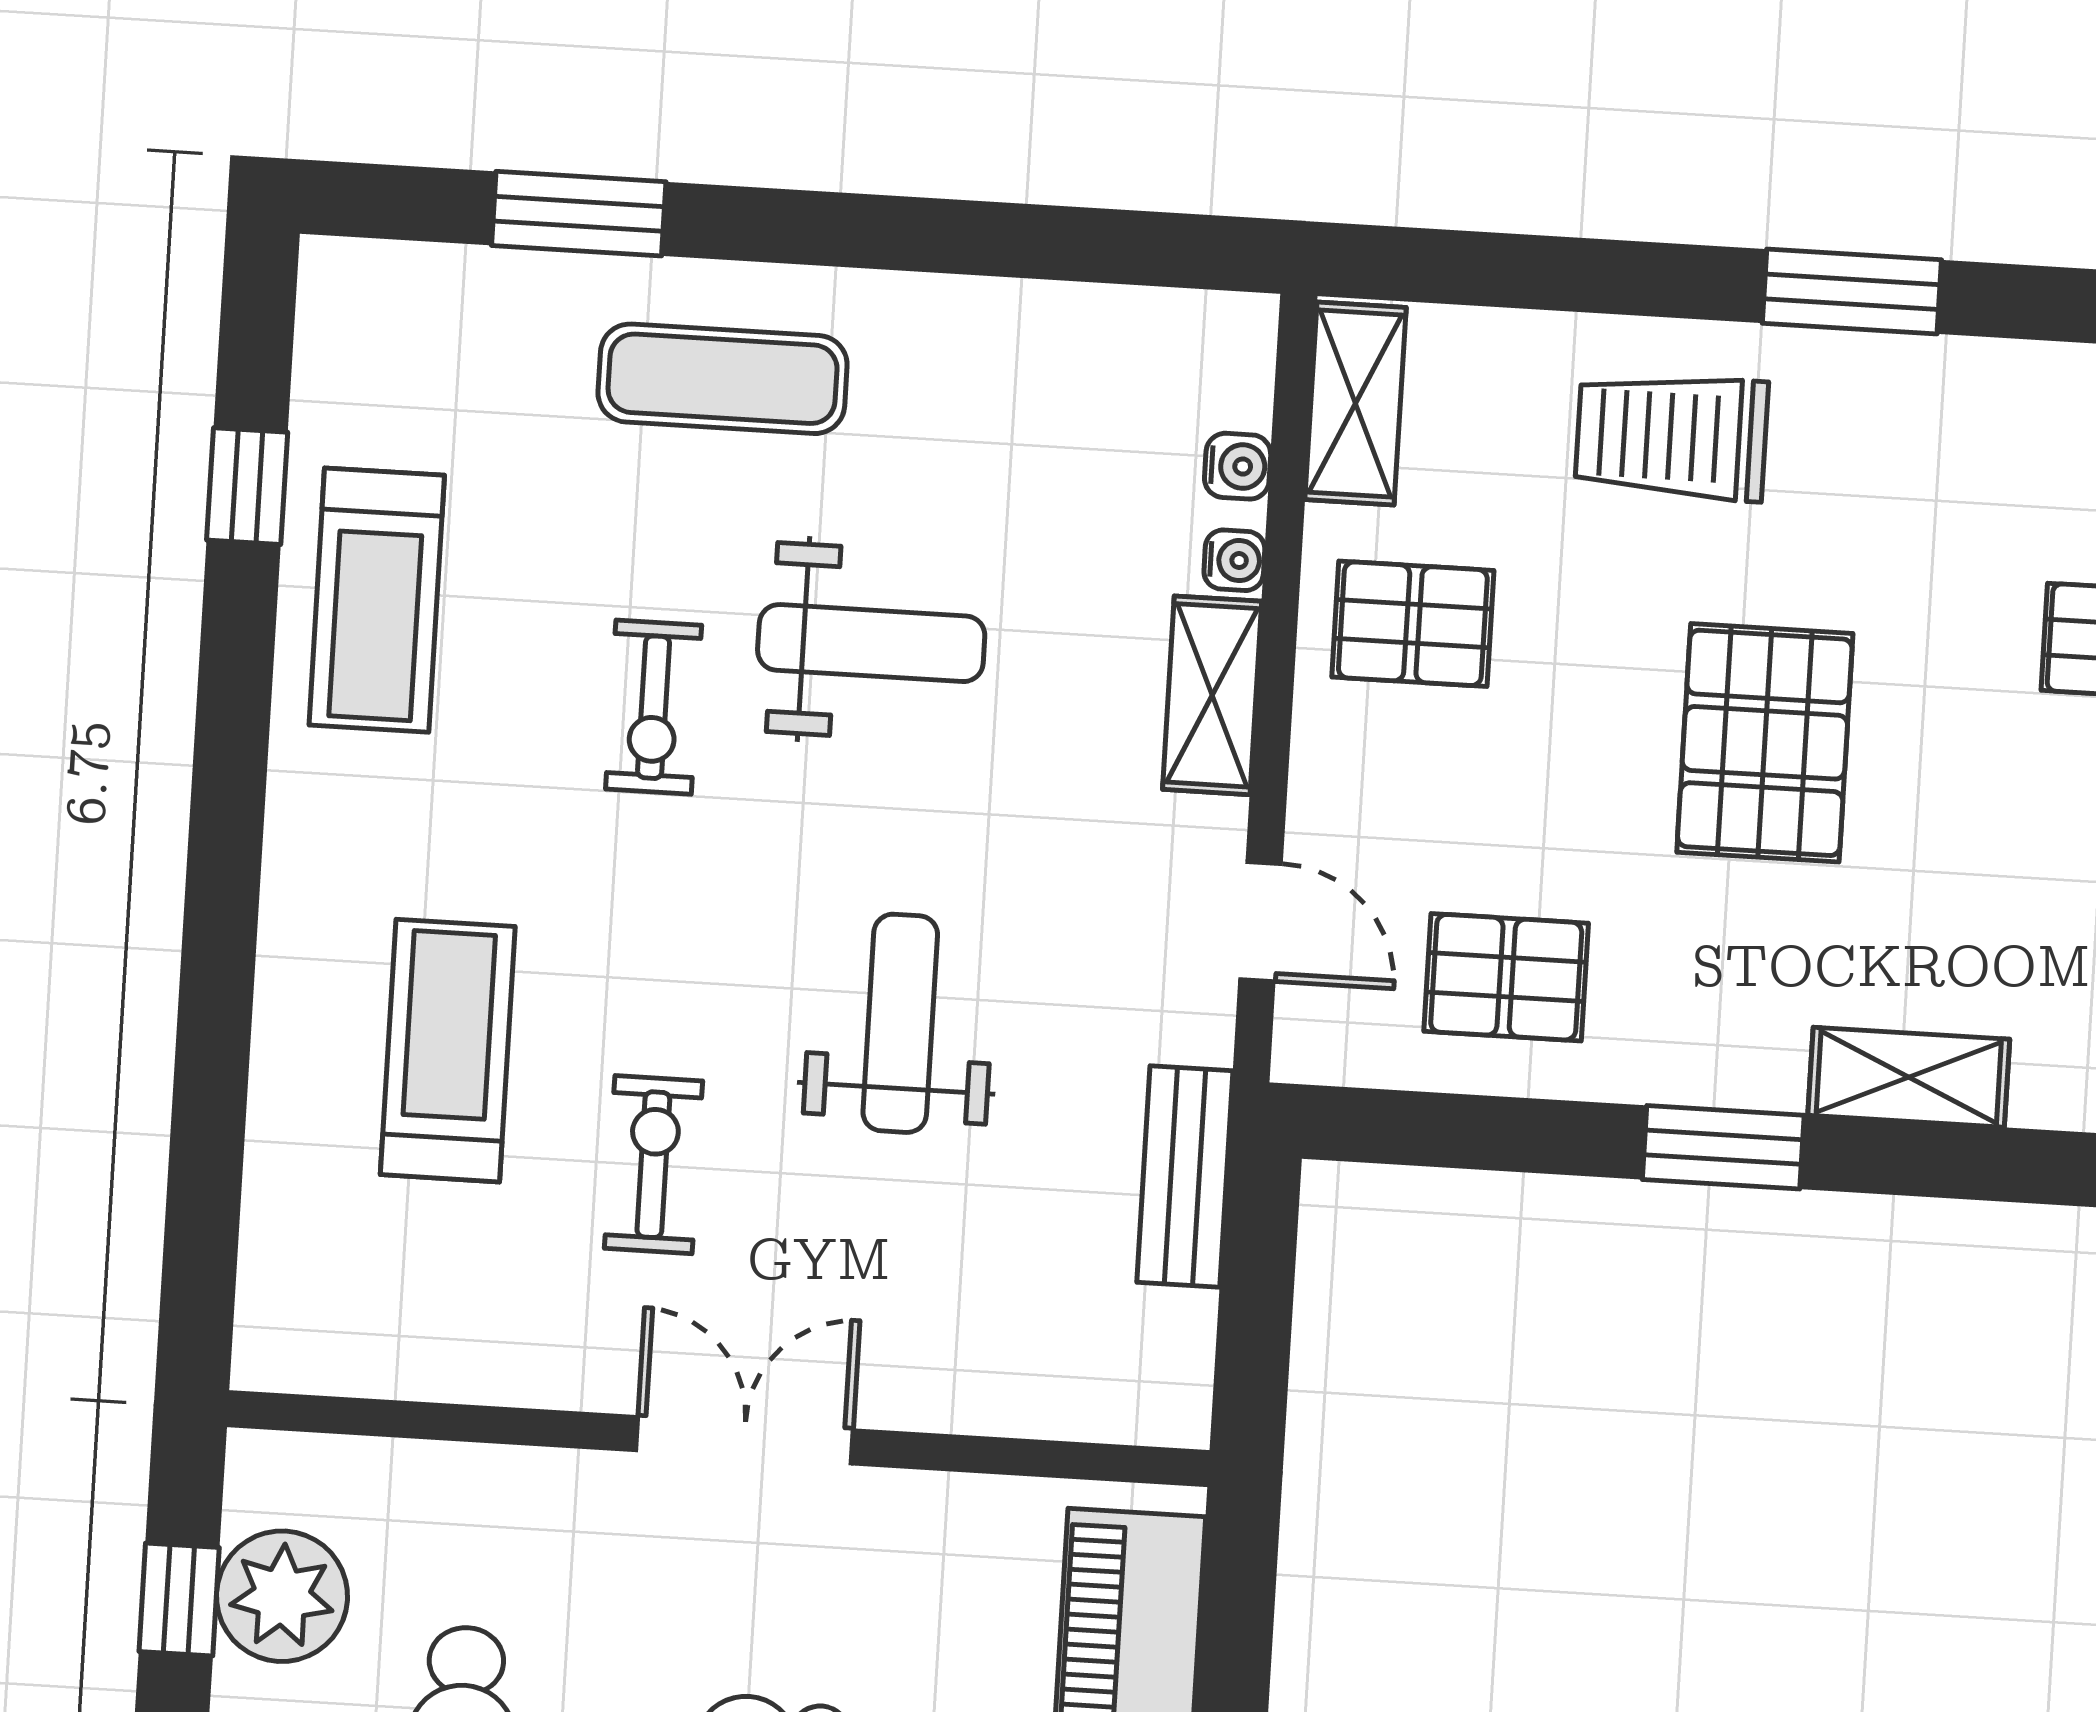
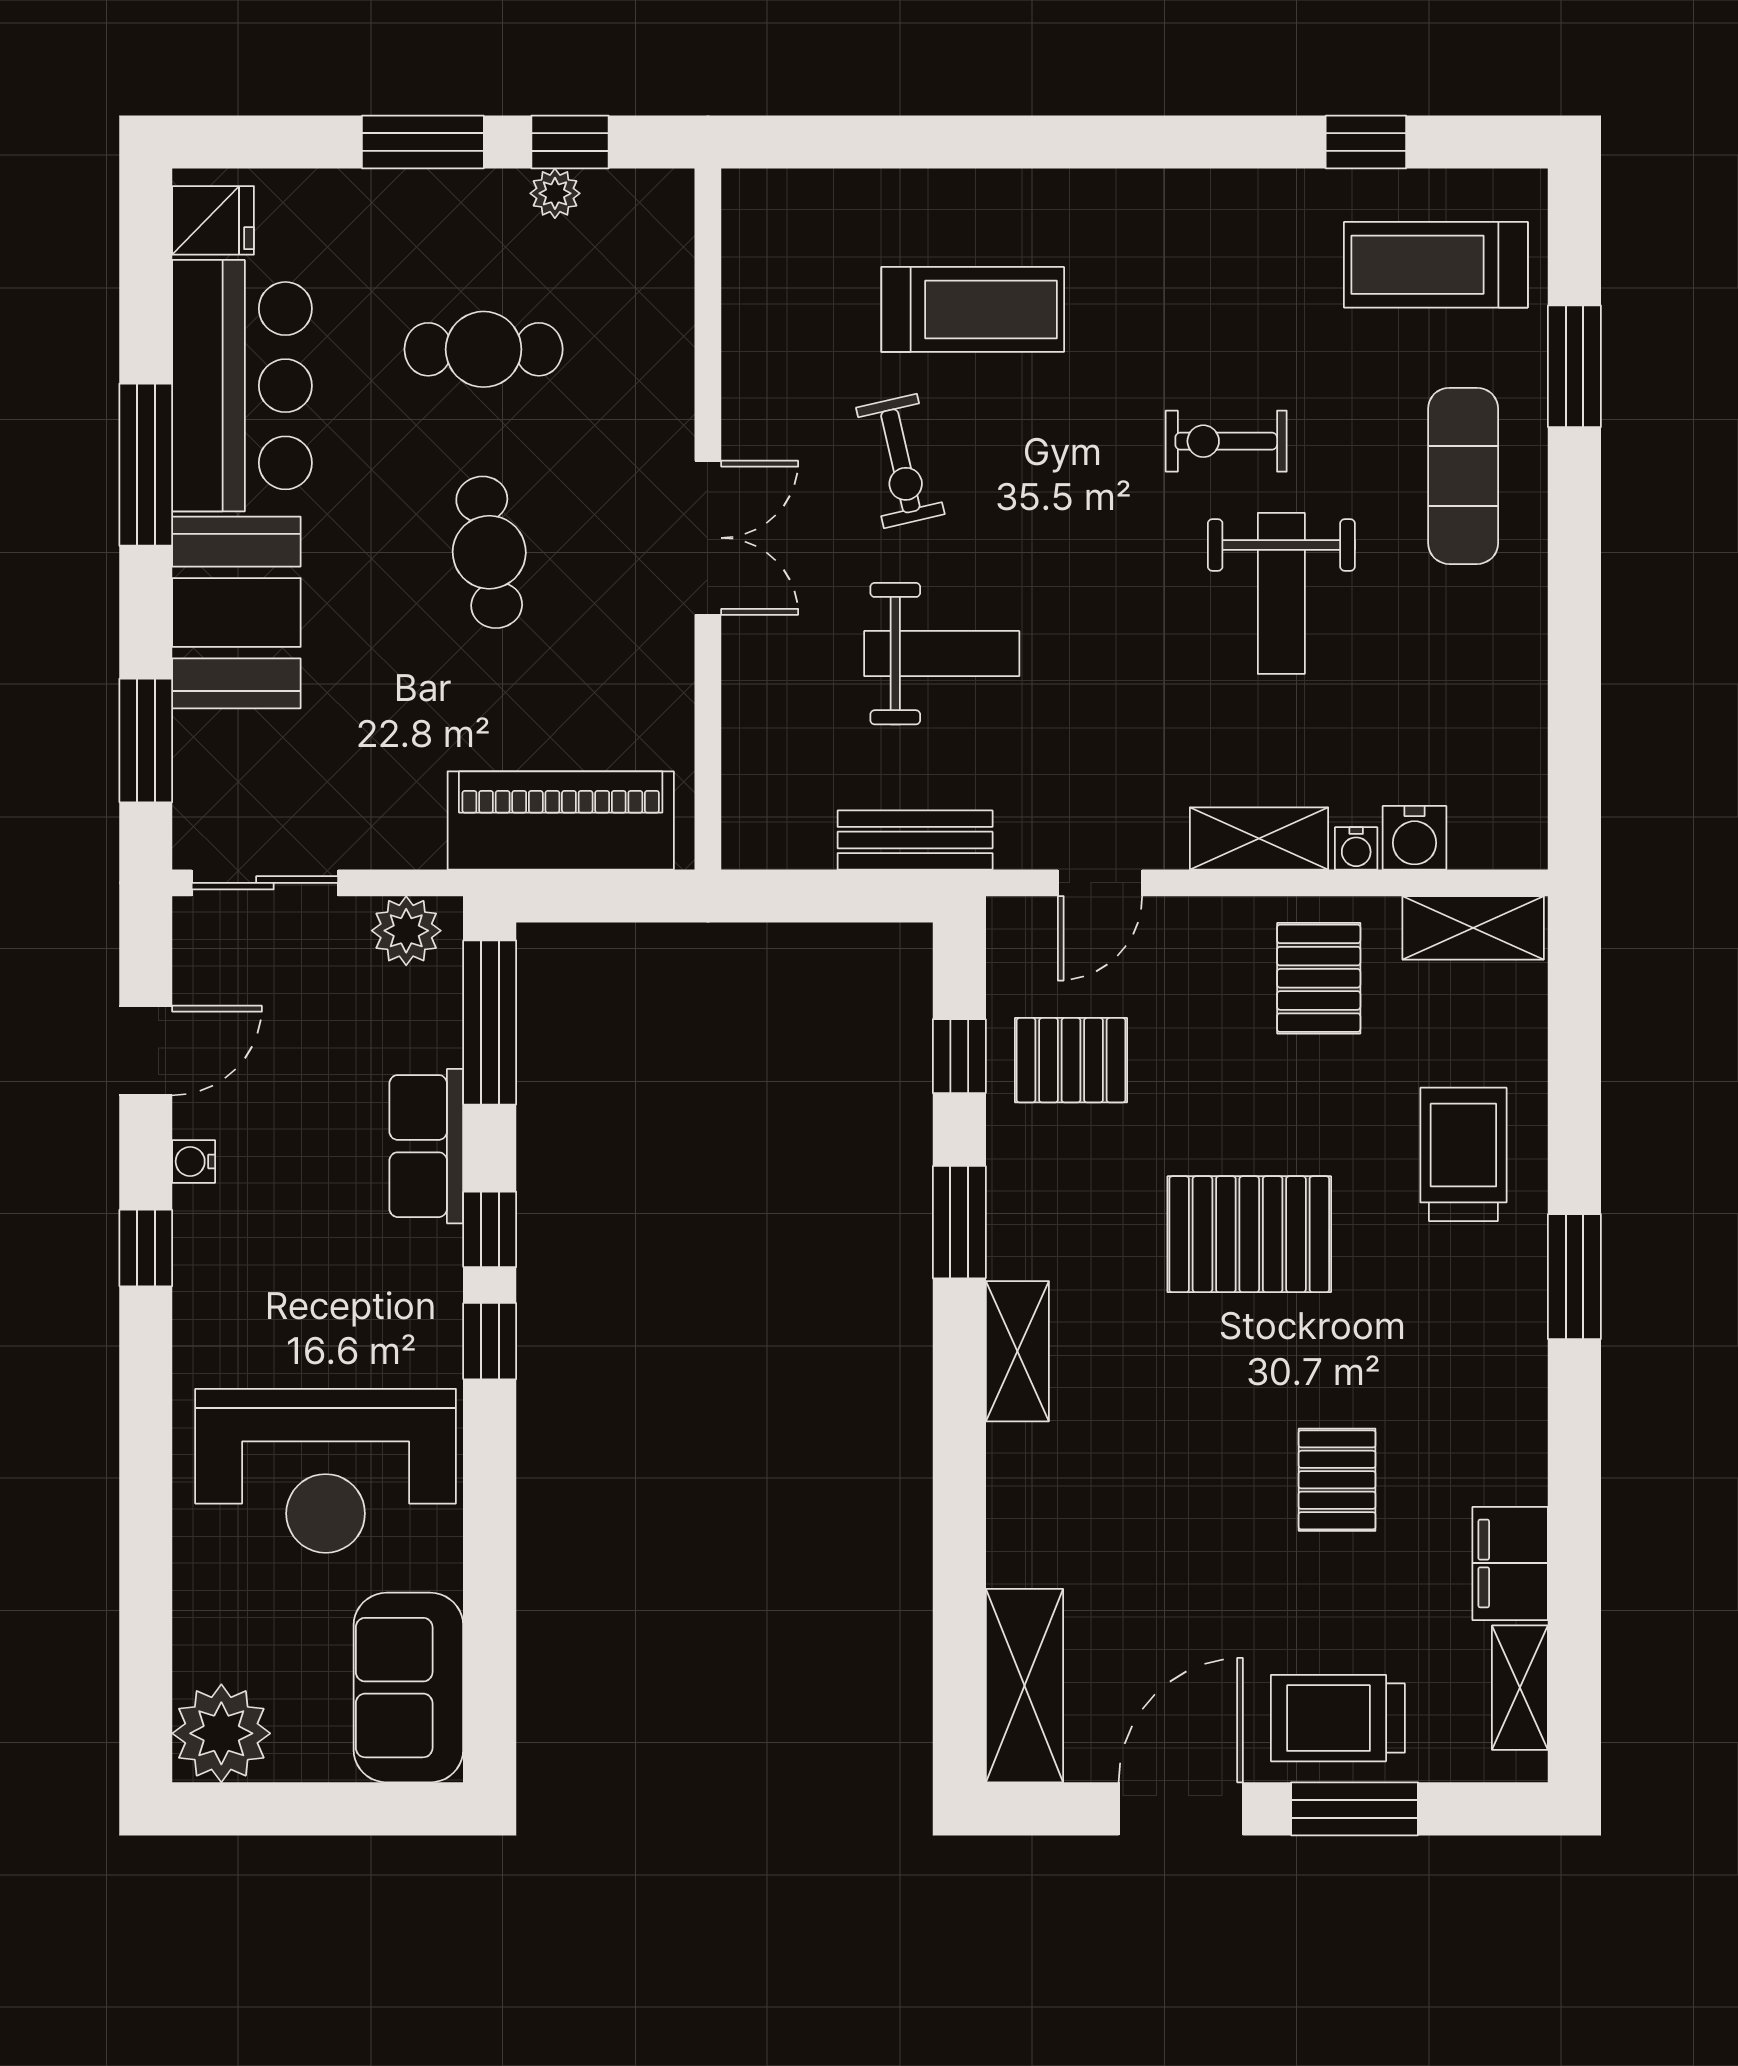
water cooler: (1238, 466) -> (1414, 838), width x1.38, depth x1.38
treadmill: (377, 600) -> (1436, 265), moved
pallet: (1506, 977) -> (1071, 1060), turned 90
weight bench: (900, 1023) -> (942, 654), moved
window: (1491, 1133) -> (959, 1056), added
exercise bike: (653, 1165) -> (900, 461), turned 77
plant: (282, 1596) -> (555, 193), width x0.53, depth x0.53

